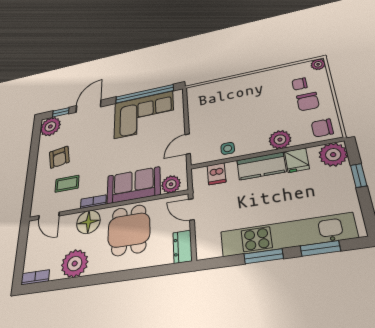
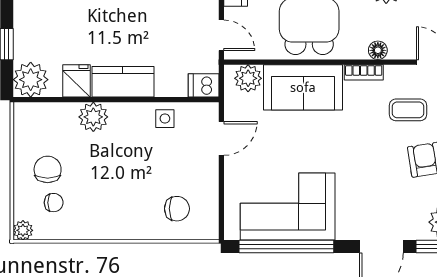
chair: (322, 128) -> (177, 209), moved
dishwasher: (216, 174) -> (204, 85), moved, turned -90
floor lamp: (88, 222) -> (378, 50), width x0.53, depth x0.53

